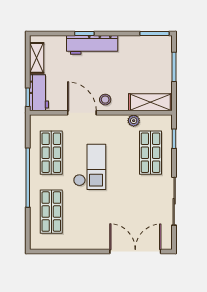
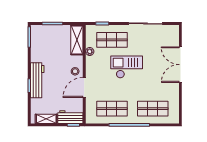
checkout: (90, 167) -> (127, 67), moved
double door: (135, 251) -> (180, 65), moved

